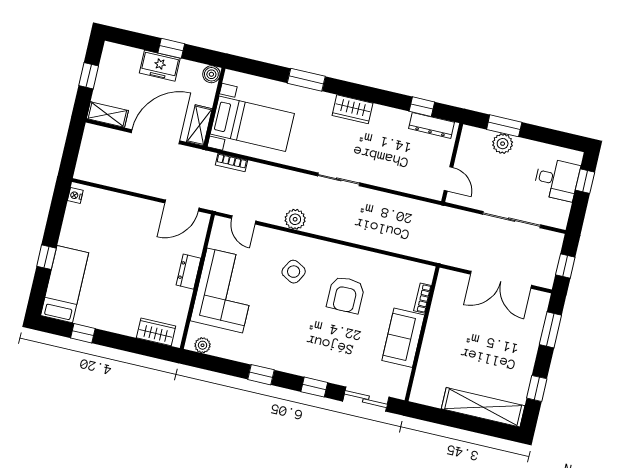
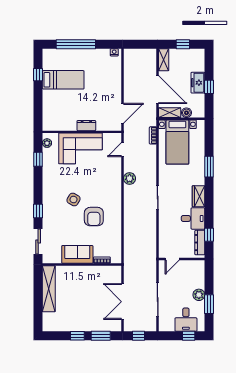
boiler: (211, 74) -> (186, 113), moved
window: (504, 126) -> (209, 304), moved
desk: (388, 127) -> (193, 218), added
plant: (503, 144) -> (199, 295), moved
door: (182, 205) -> (122, 113), swing flipped
window: (46, 257) -> (76, 44), width x3.17
side table: (294, 272) -> (73, 200), moved
bed: (65, 284) -> (63, 80), moved
armchair: (346, 295) -> (94, 217), turned -90
wardrobe: (156, 332) -> (48, 115), removed
window: (261, 375) -> (38, 159), moved
window: (537, 388) -> (77, 336), moved
shelving: (483, 407) -> (49, 289), moved

